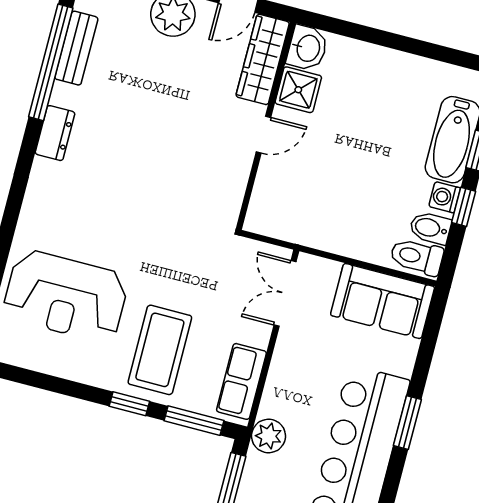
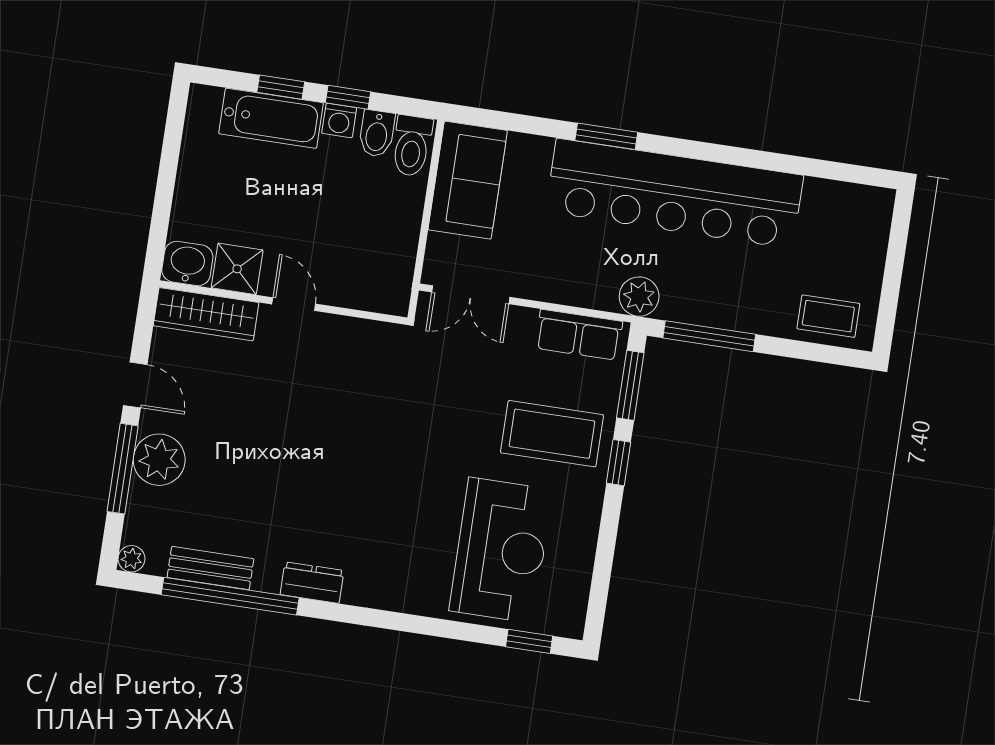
washbasin: (307, 48) -> (187, 264), moved
wardrobe: (263, 59) -> (206, 314), moved
shower: (298, 90) -> (237, 269), moved
wall: (266, 126) -> (283, 302), moved
door: (263, 135) -> (294, 304), moved

